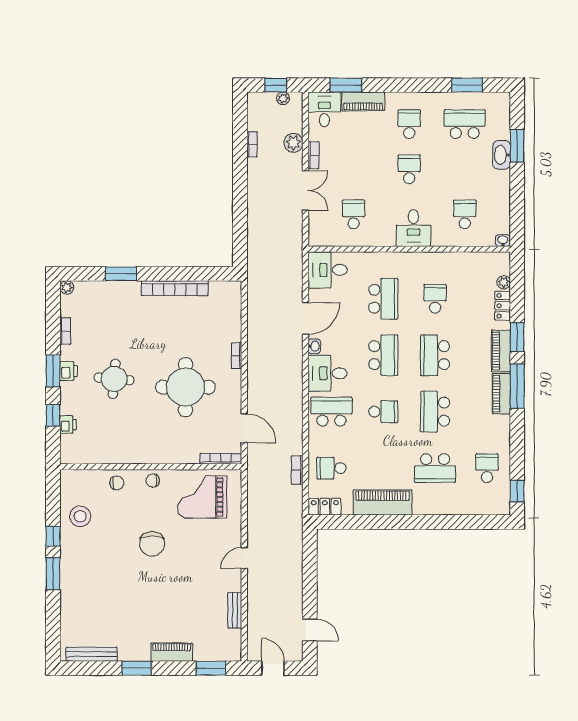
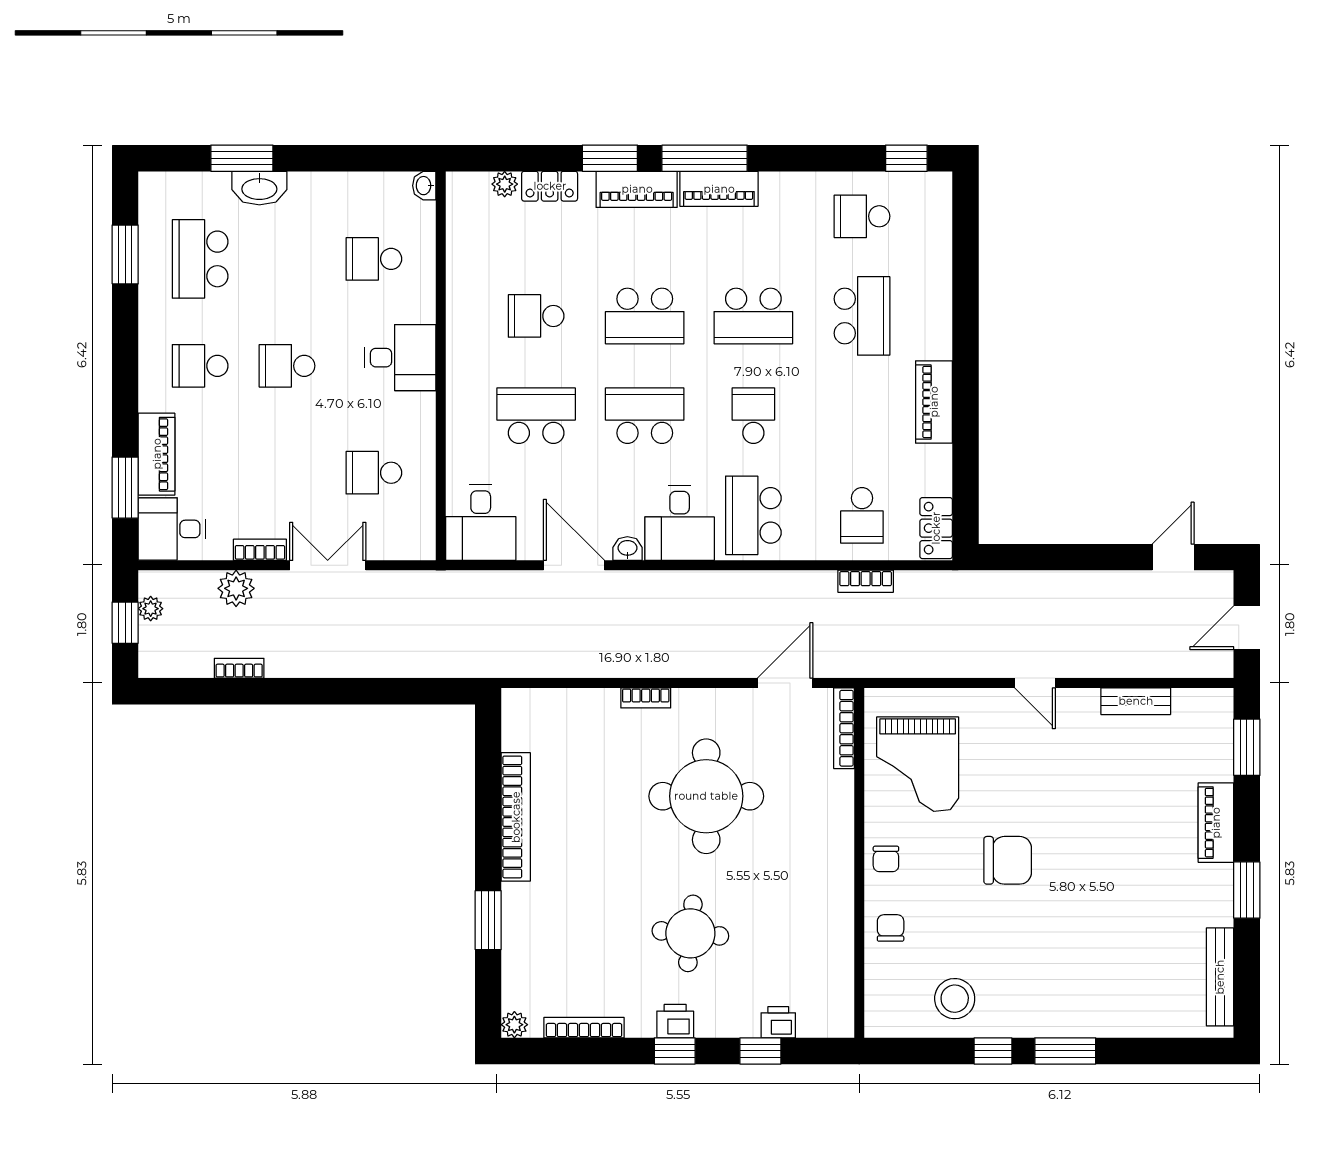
bookcase: (65, 331) -> (584, 1028), width x1.56
window: (53, 371) -> (675, 1051), width x0.67
piano: (383, 502) -> (934, 402), width x0.73, depth x0.75

